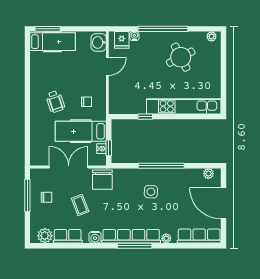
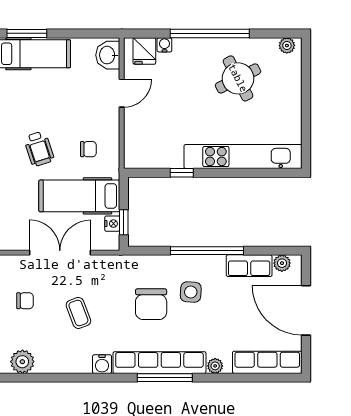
chair: (102, 180) -> (151, 304), moved
row of seats: (68, 236) -> (249, 266), moved, turned 180

